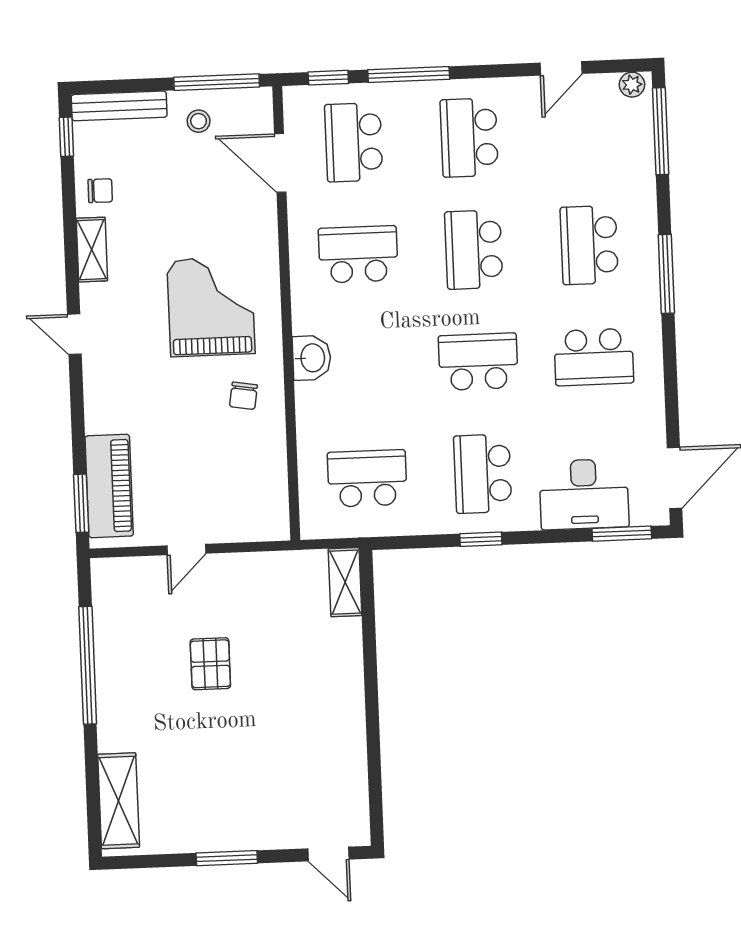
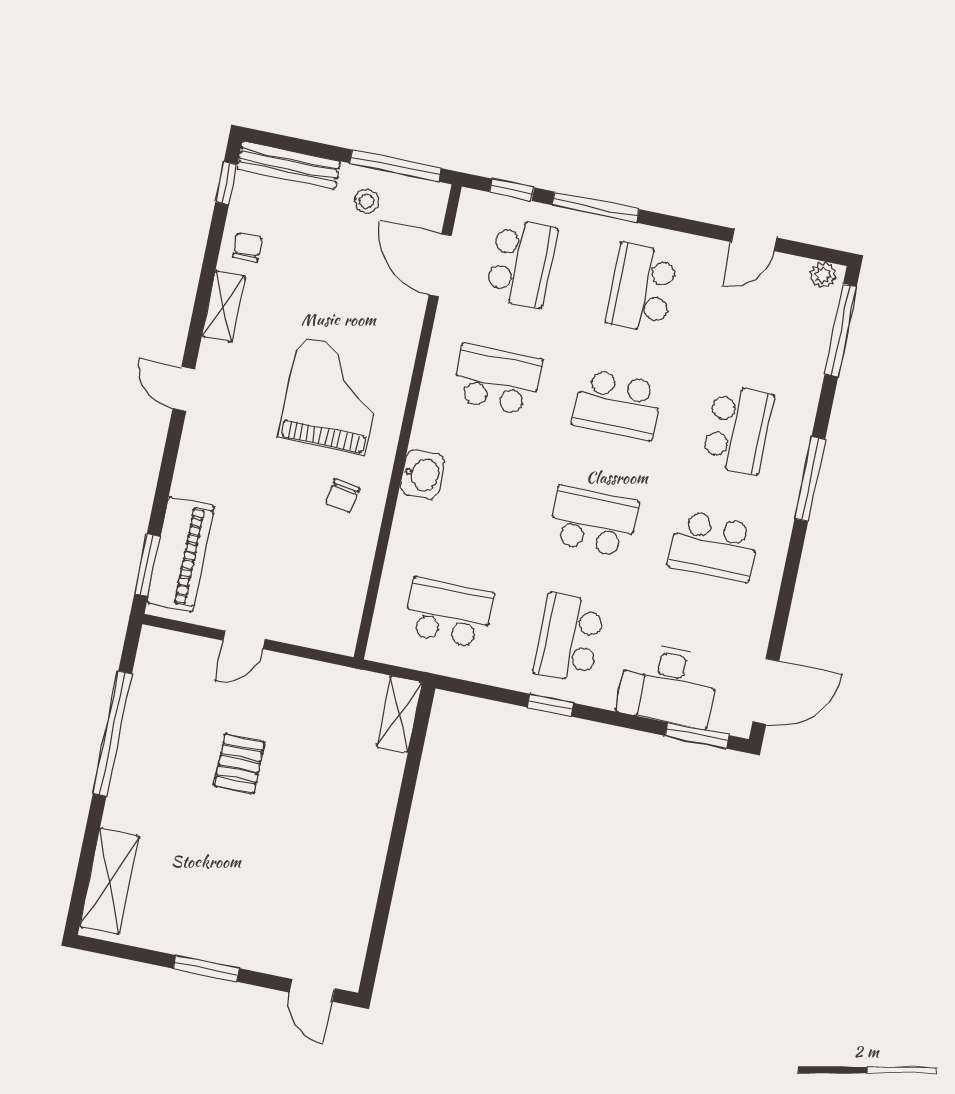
school desk: (354, 142) -> (521, 263), turned 180
chair: (100, 191) -> (247, 248), turned -90
school desk: (589, 245) -> (738, 429), turned 180
school desk: (474, 250) -> (617, 404), turned -90

